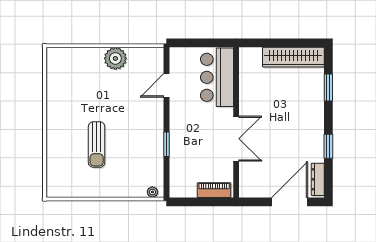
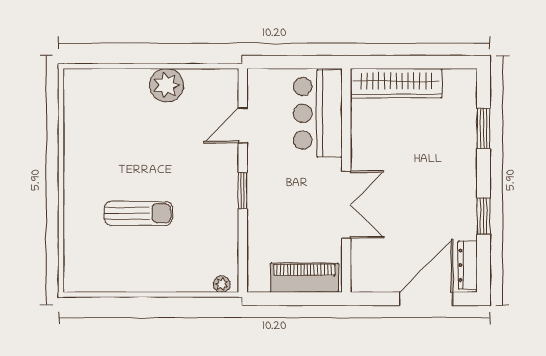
wardrobe: (293, 57) -> (396, 83), moved
window: (167, 144) -> (243, 191), moved
sun lounger: (97, 145) -> (138, 213), turned -90
piano: (214, 190) -> (304, 278), width x1.37, depth x1.33

